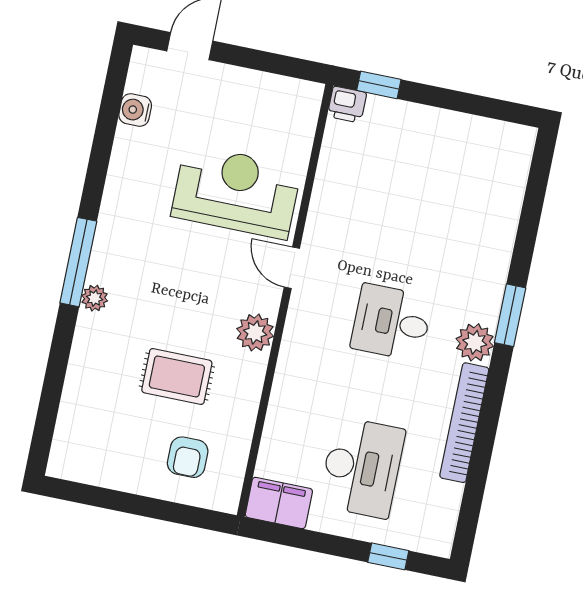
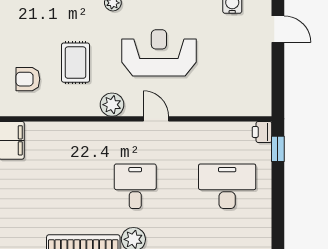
reception desk: (236, 192) -> (159, 53), moved, turned -90
door: (292, 268) -> (156, 119), hinge flipped
desk: (362, 467) -> (227, 186), moved, turned 180

